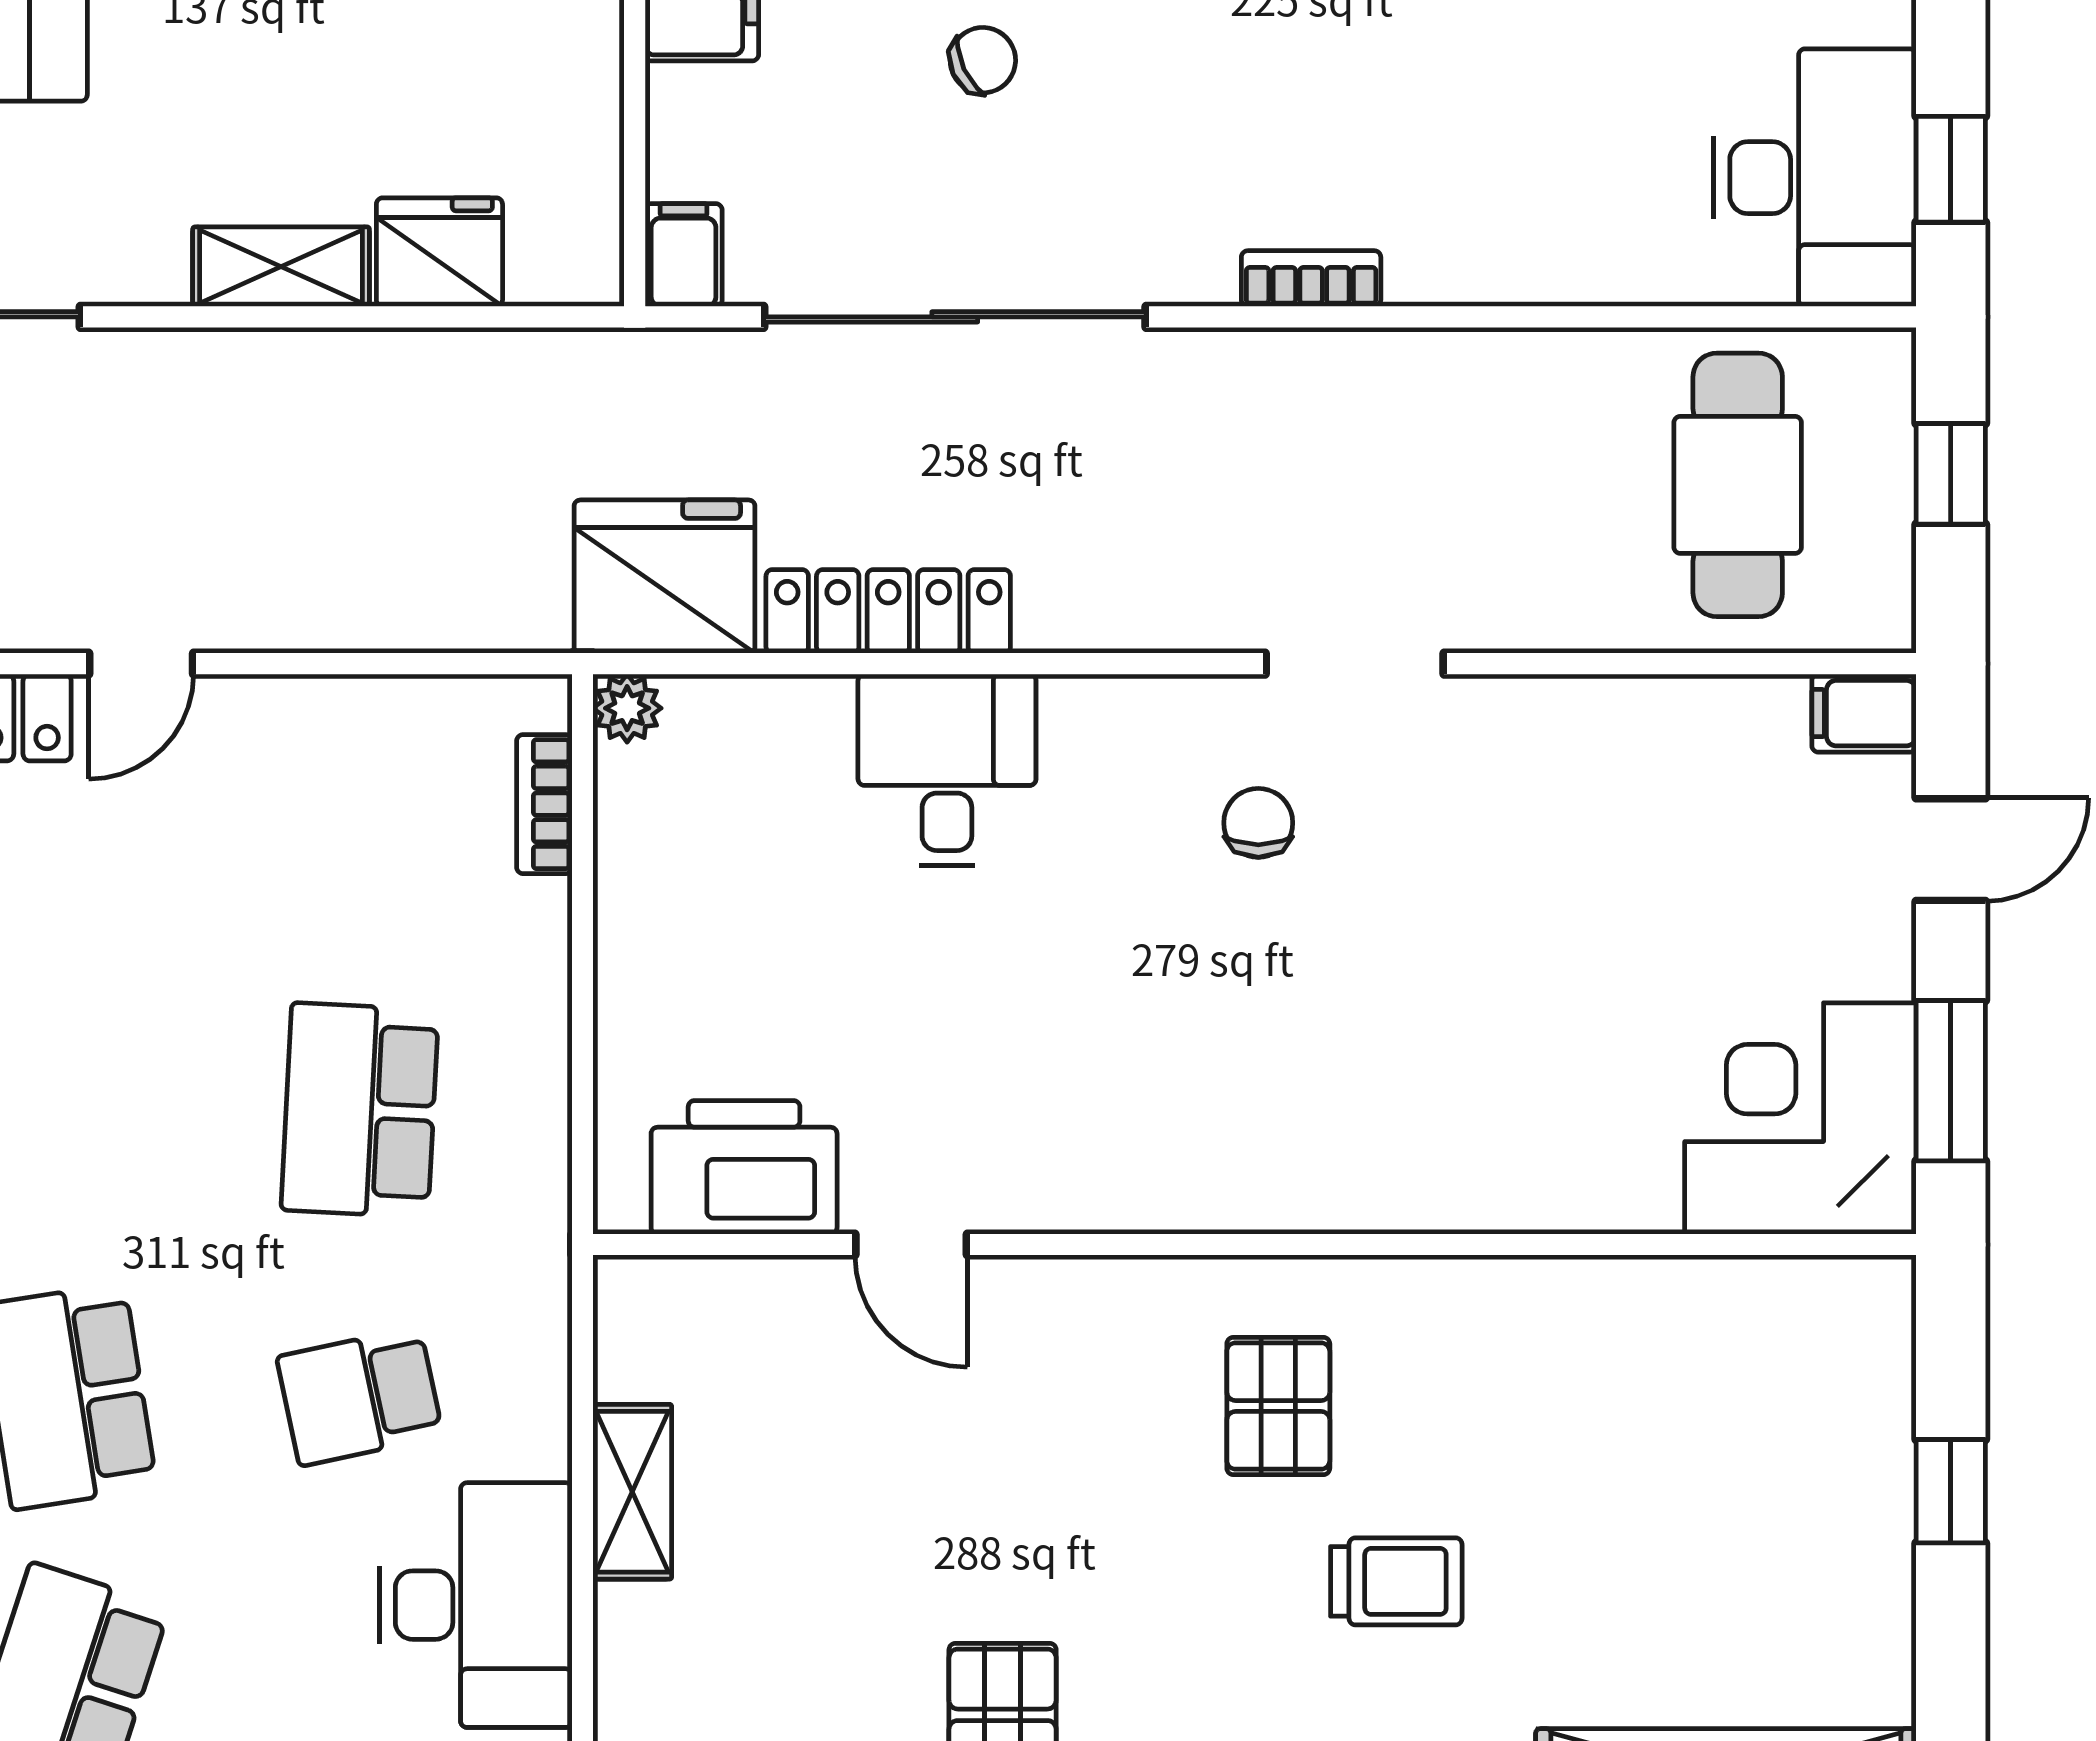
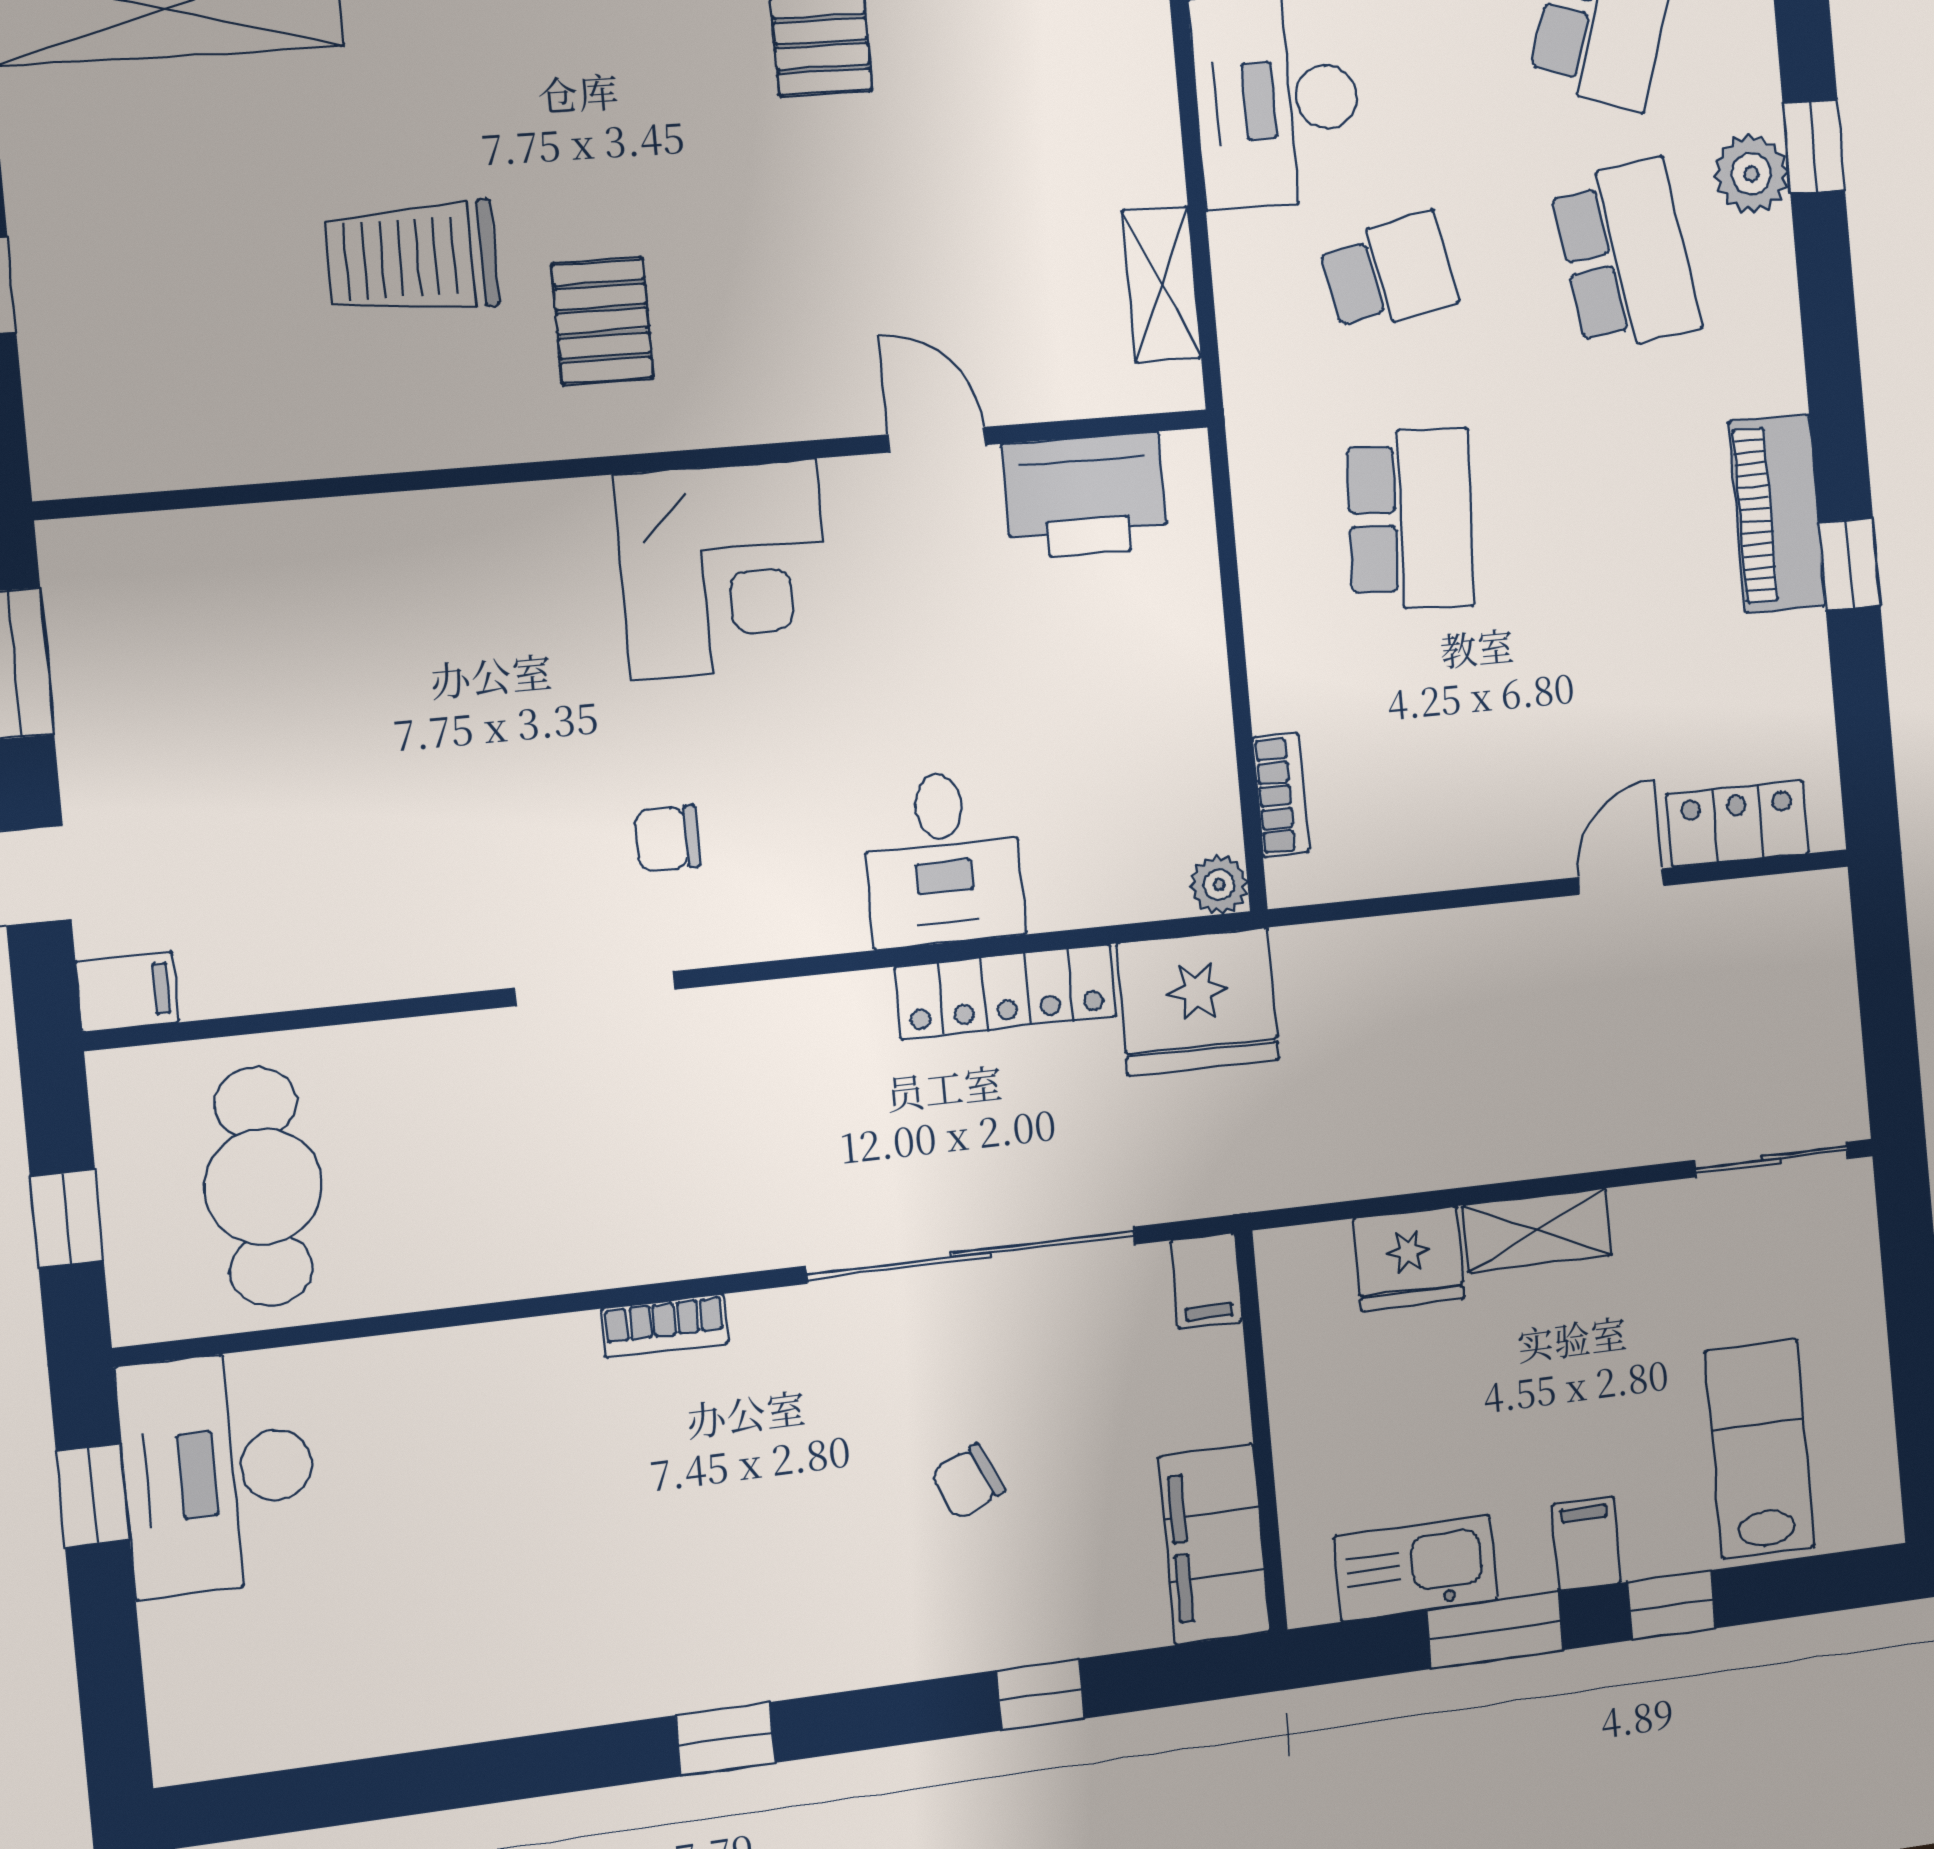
chair: (1258, 823) -> (667, 838), turned 90
corner desk: (1800, 1118) -> (724, 569), moved
shelving: (632, 1492) -> (1162, 284), moved
trolley: (1396, 1581) -> (412, 258), moved, width x1.36, depth x1.39

